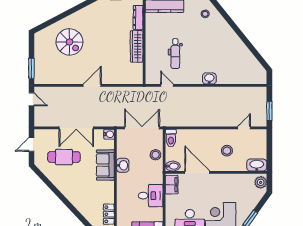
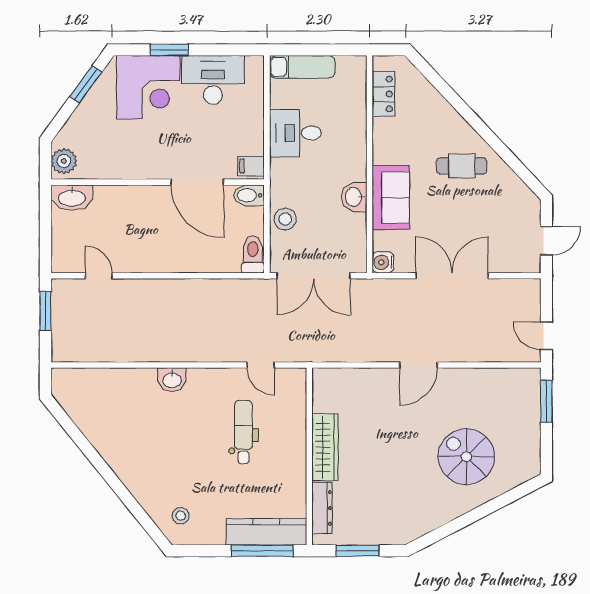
door: (244, 128) -> (99, 276), swing flipped
stool: (227, 151) -> (135, 228), removed
cafe table: (64, 157) -> (462, 166), moved, width x0.73, depth x0.74
filing cabinet: (172, 185) -> (251, 166), width x0.50

